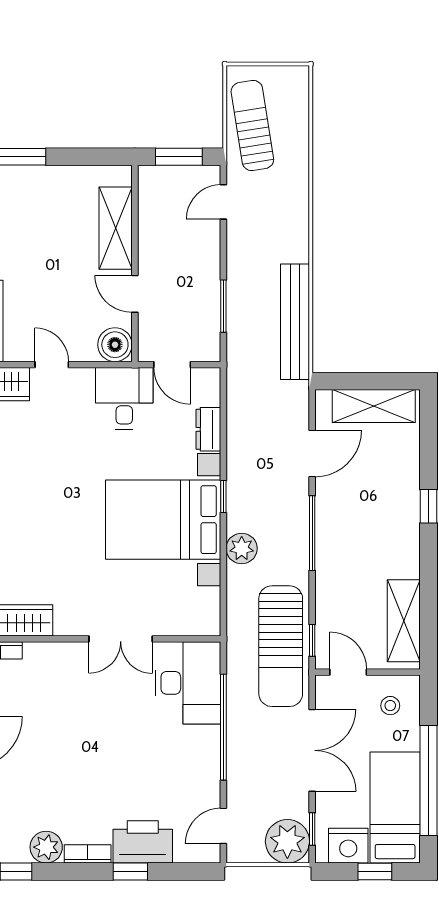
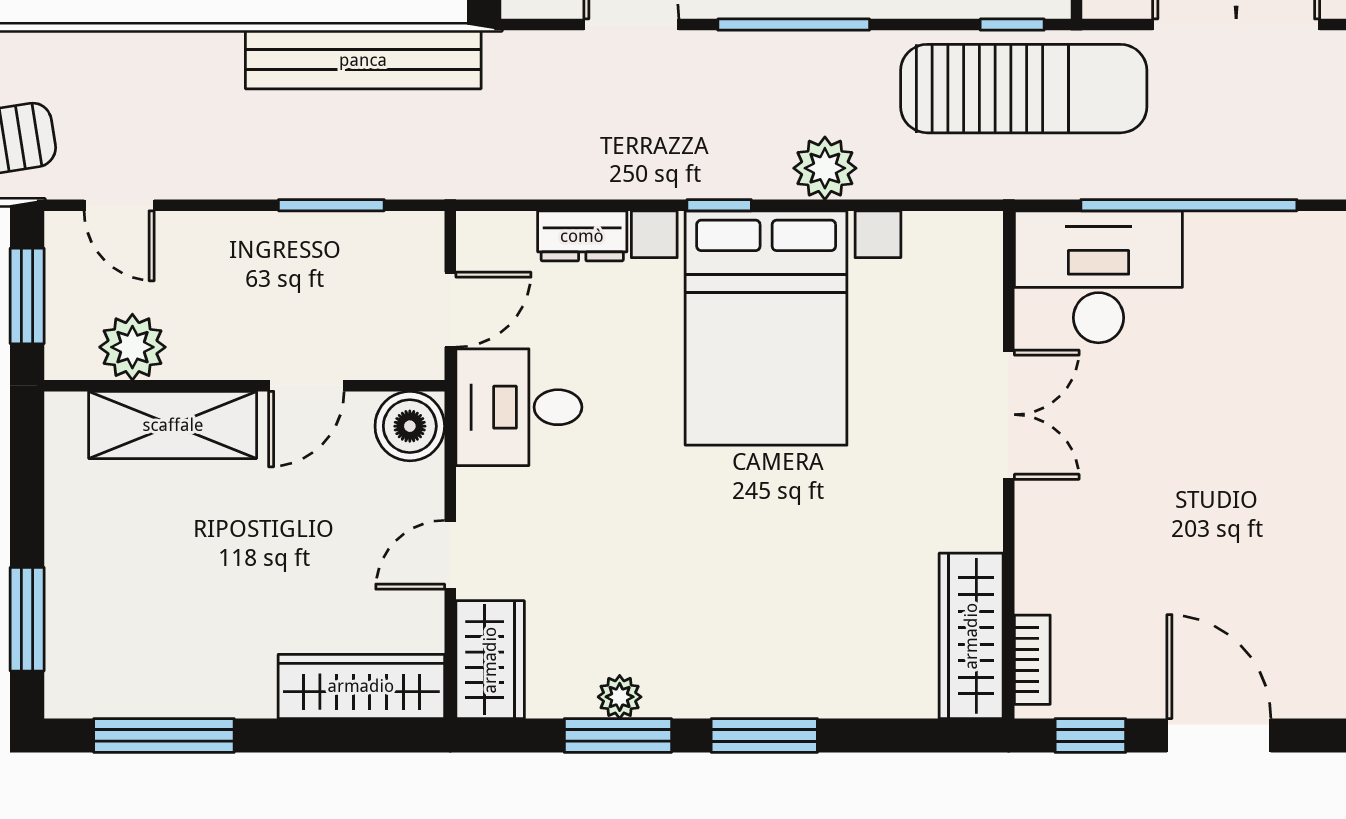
plant: (154, 208) -> (132, 347), added

